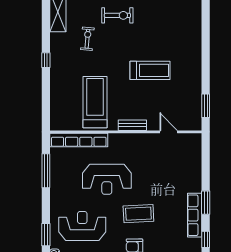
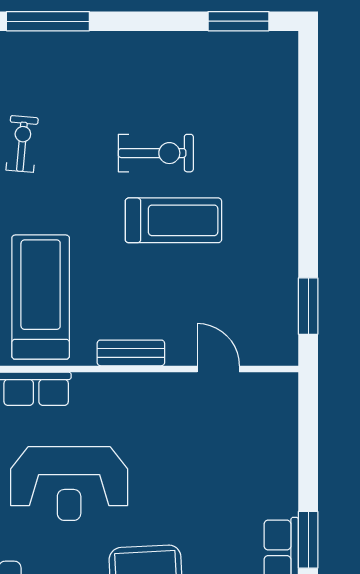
exercise bike: (117, 15) -> (156, 153), moved

